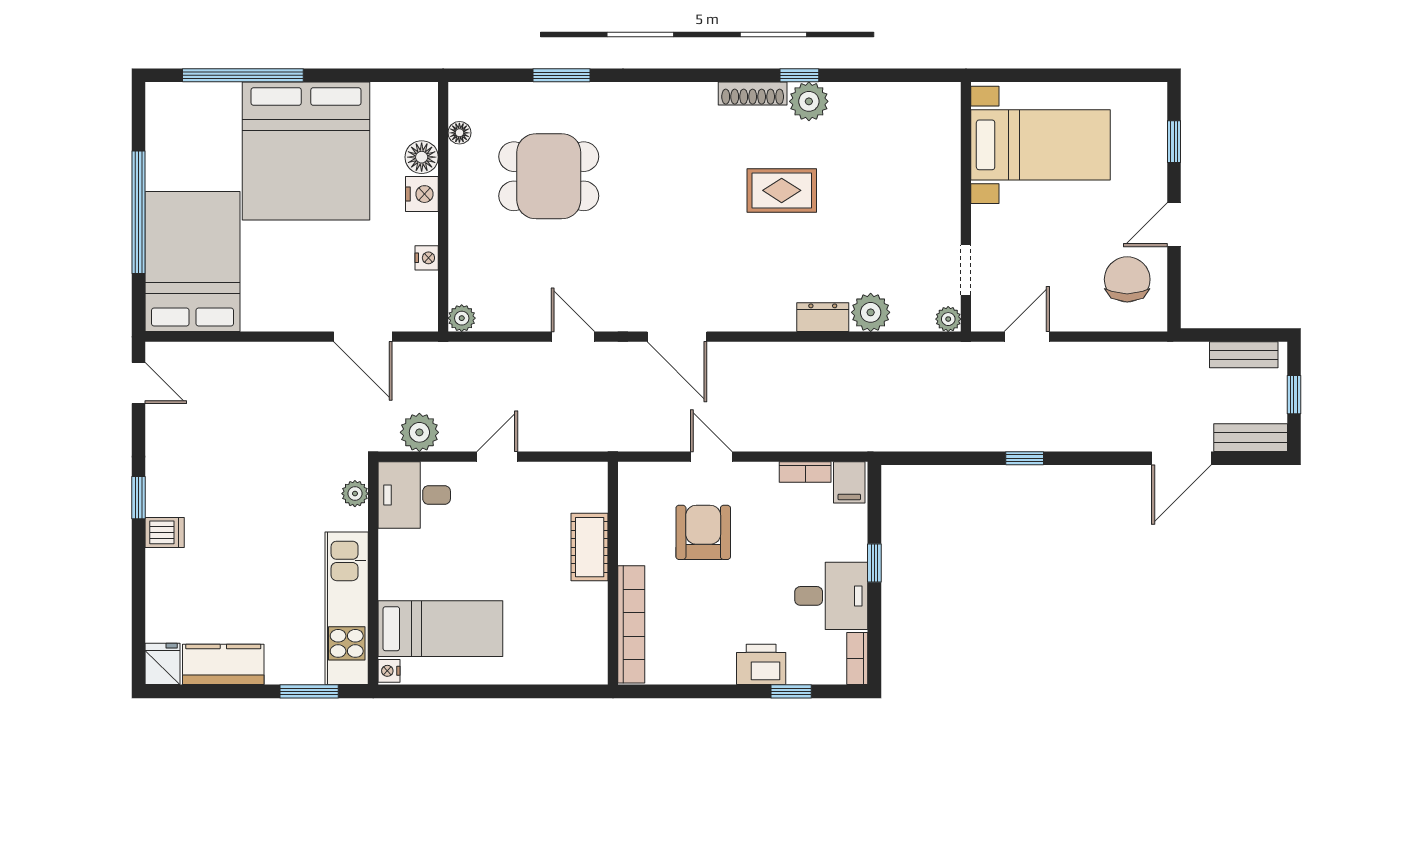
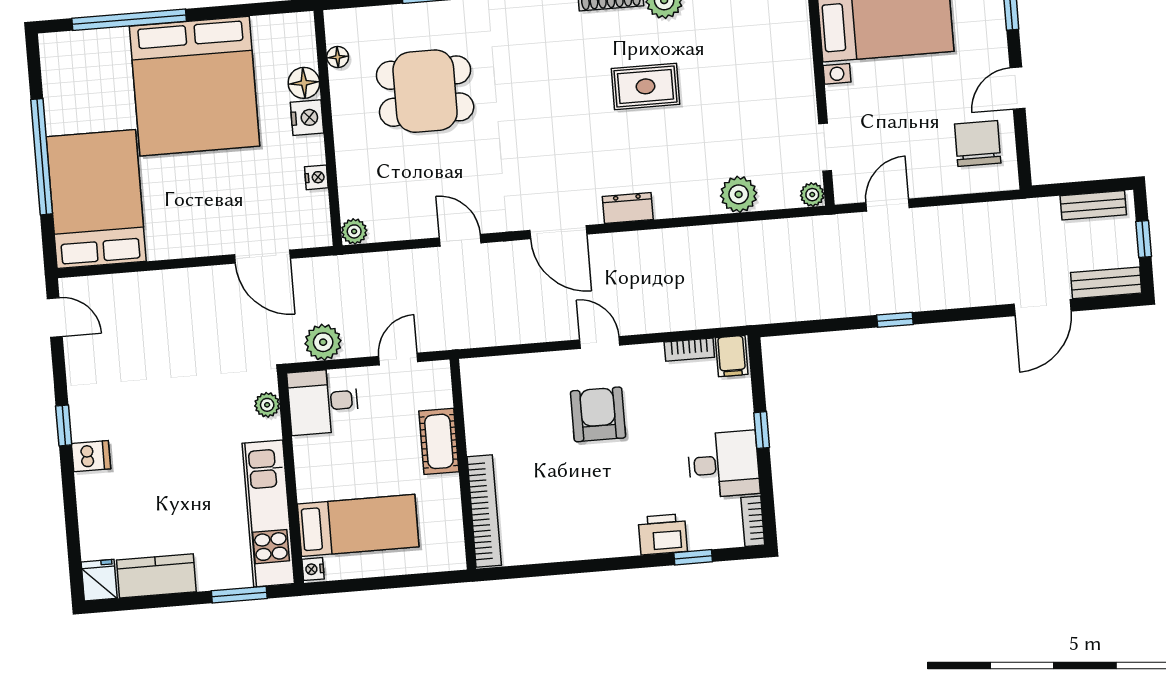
dresser: (823, 317) -> (628, 208), moved
cot: (590, 547) -> (439, 441), moved
wall: (613, 573) -> (463, 464), moved
bookcase: (631, 624) -> (484, 511), moved

